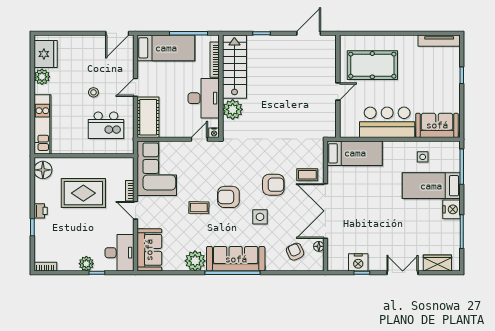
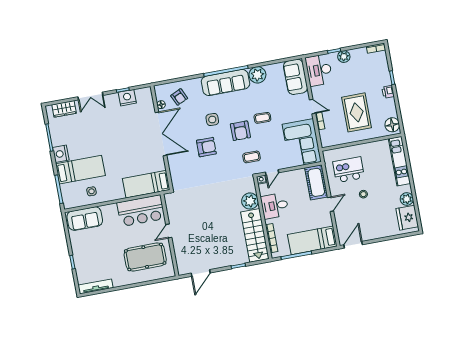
desk: (204, 98) -> (275, 206), width x0.73
bar counter: (387, 122) -> (141, 211), moved
coffee table: (307, 175) -> (252, 157), moved
armchair: (273, 185) -> (206, 147), turned 180
rug: (83, 193) -> (357, 112), turned 90
armchair: (228, 197) -> (240, 131), turned 90

